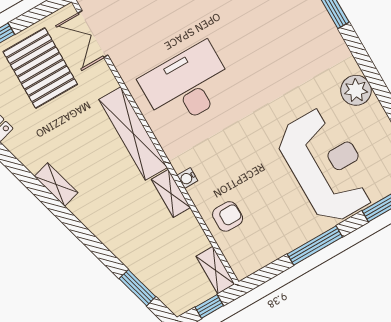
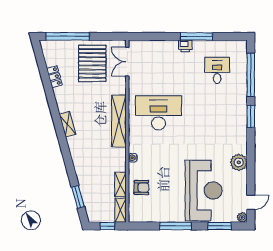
shelving: (171, 193) -> (120, 184), moved

